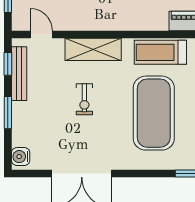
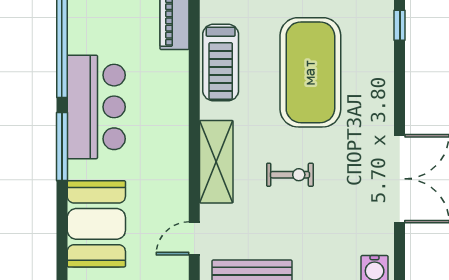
exercise mat: (154, 113) -> (310, 72), turned 90

